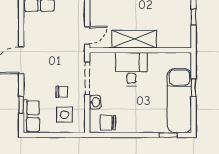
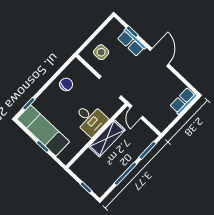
chair: (62, 92) -> (117, 64), removed
washbasin: (95, 102) -> (91, 78), removed
row of seats: (31, 116) -> (131, 43), moved
chair: (108, 123) -> (66, 84), moved

